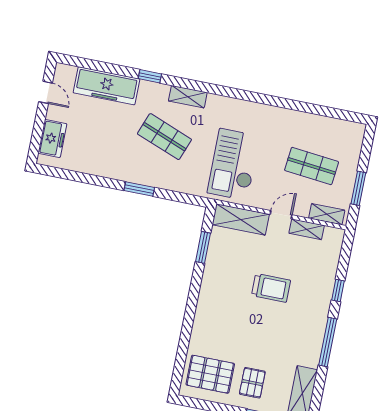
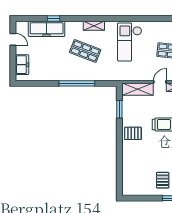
window: (150, 76) -> (54, 19), moved
checkout: (234, 164) -> (130, 42), moved
window: (139, 189) -> (77, 83), width x2.11
pallet: (210, 374) -> (133, 133), moved, width x0.67, depth x0.71

